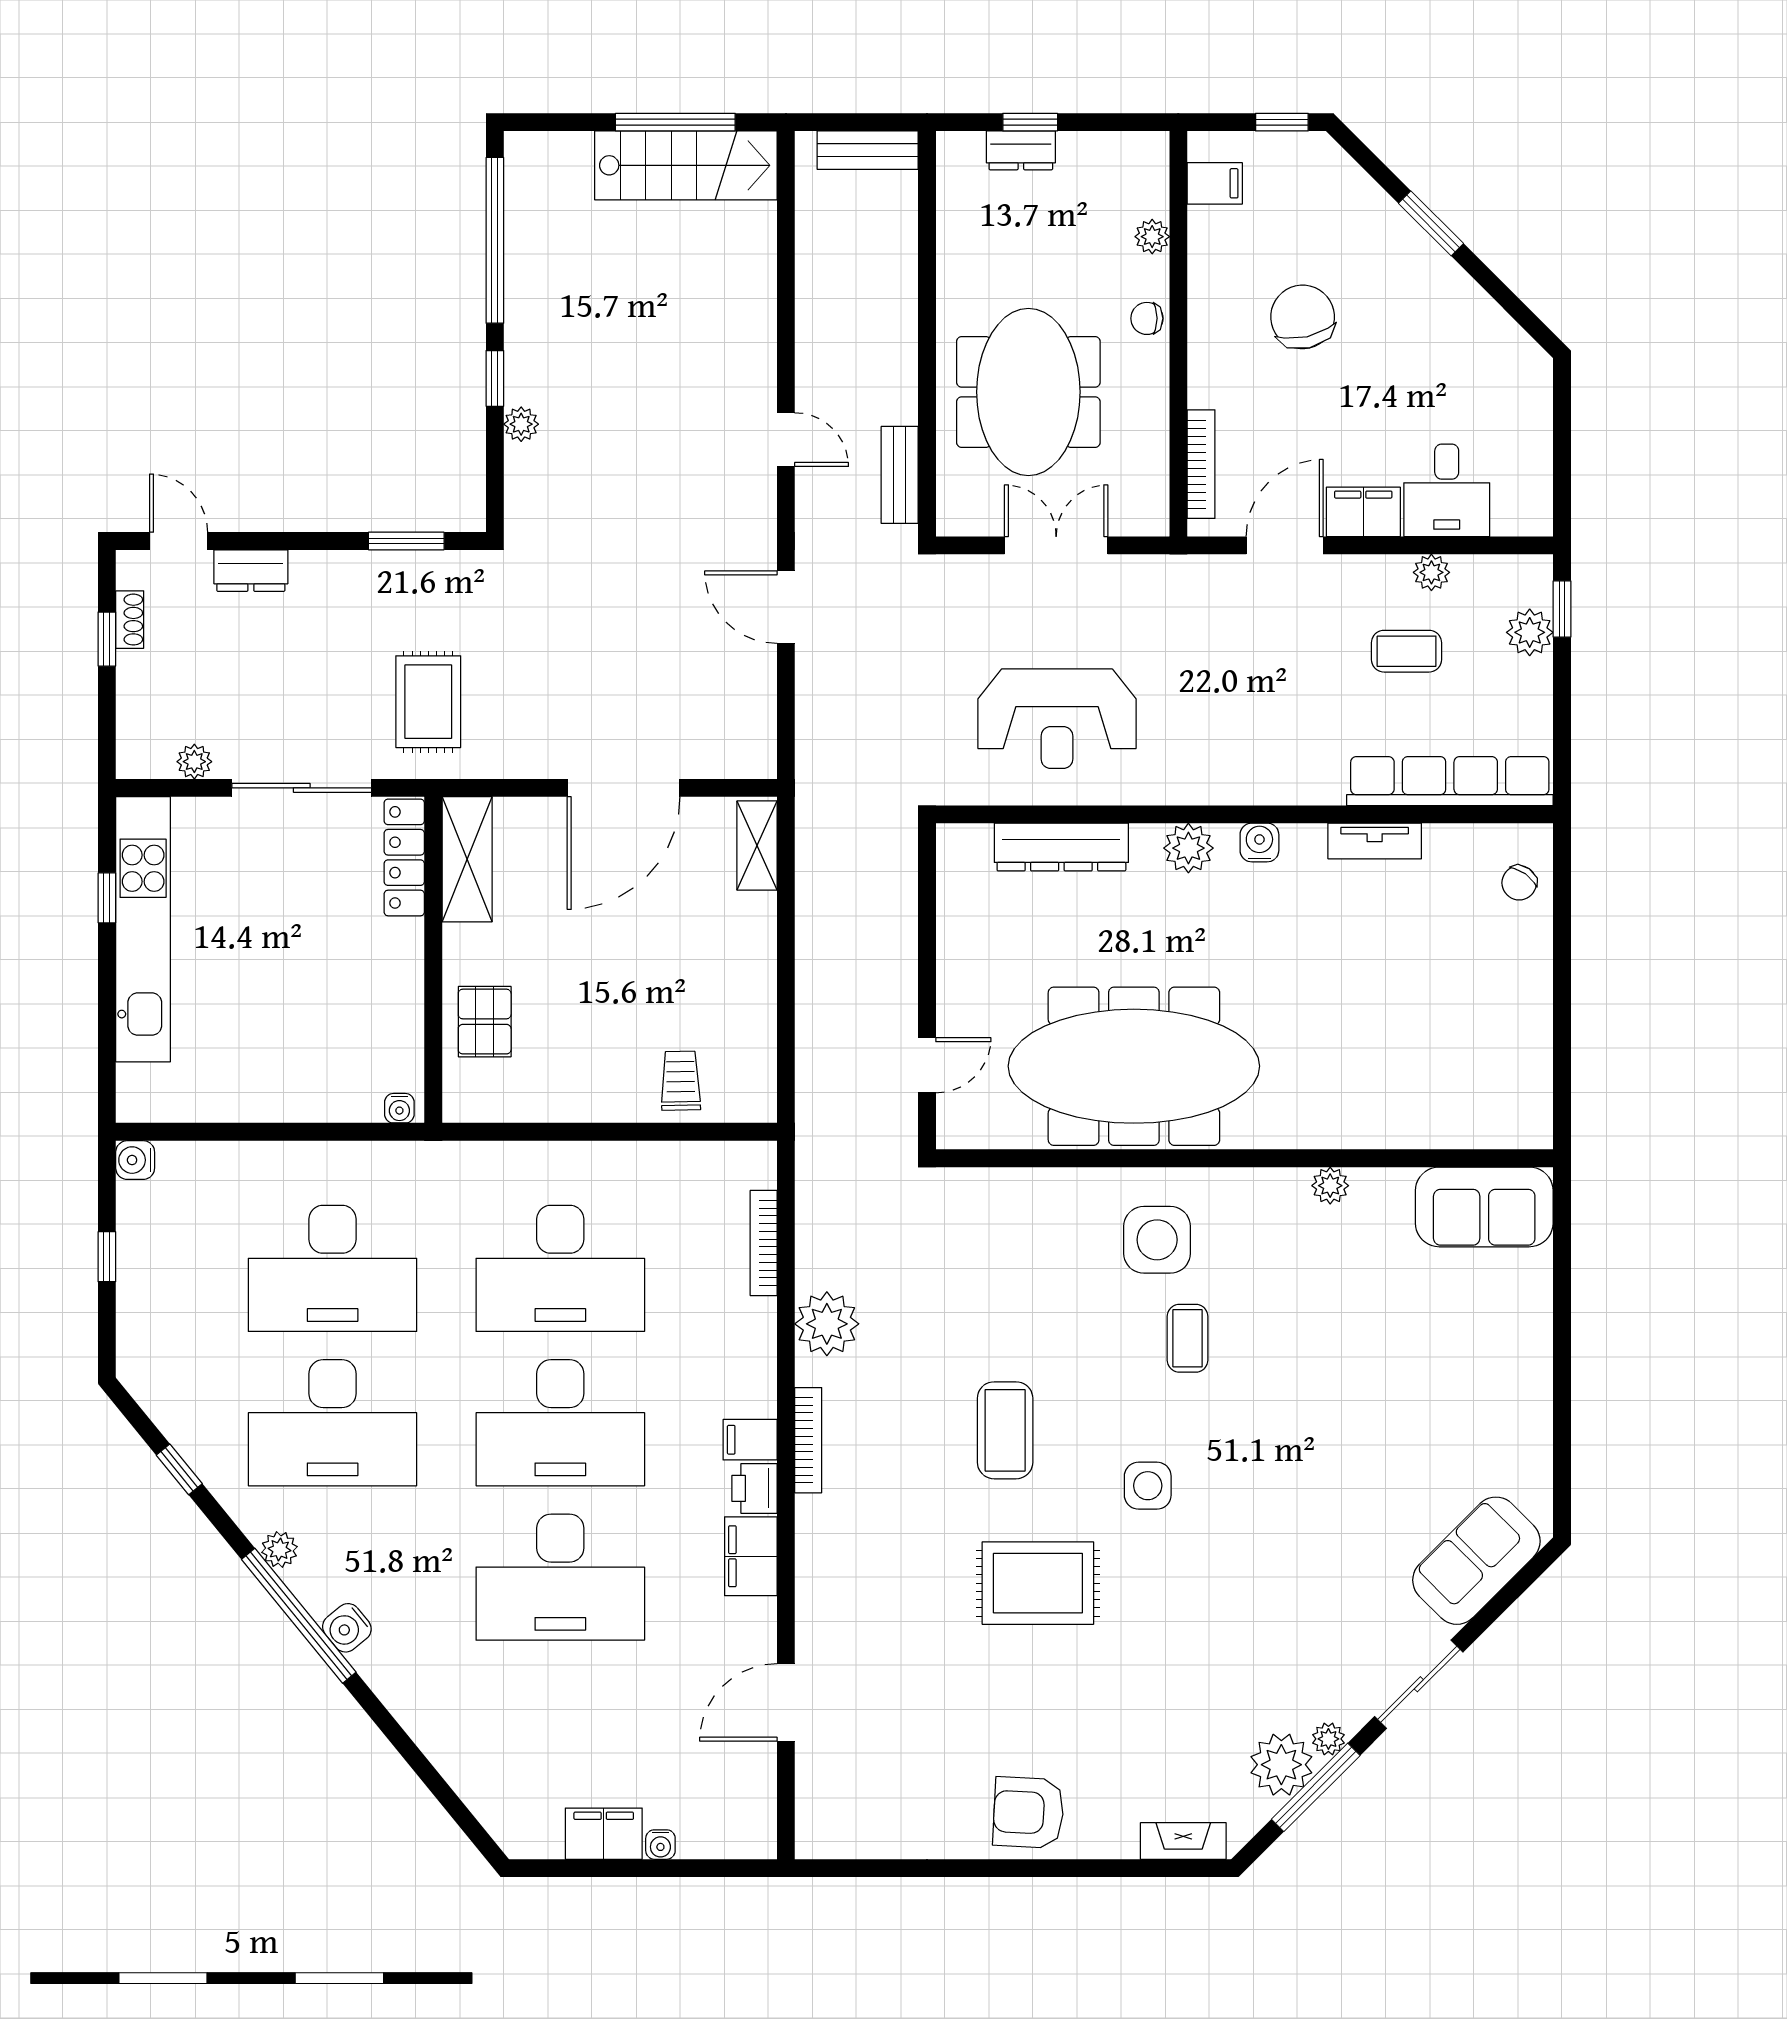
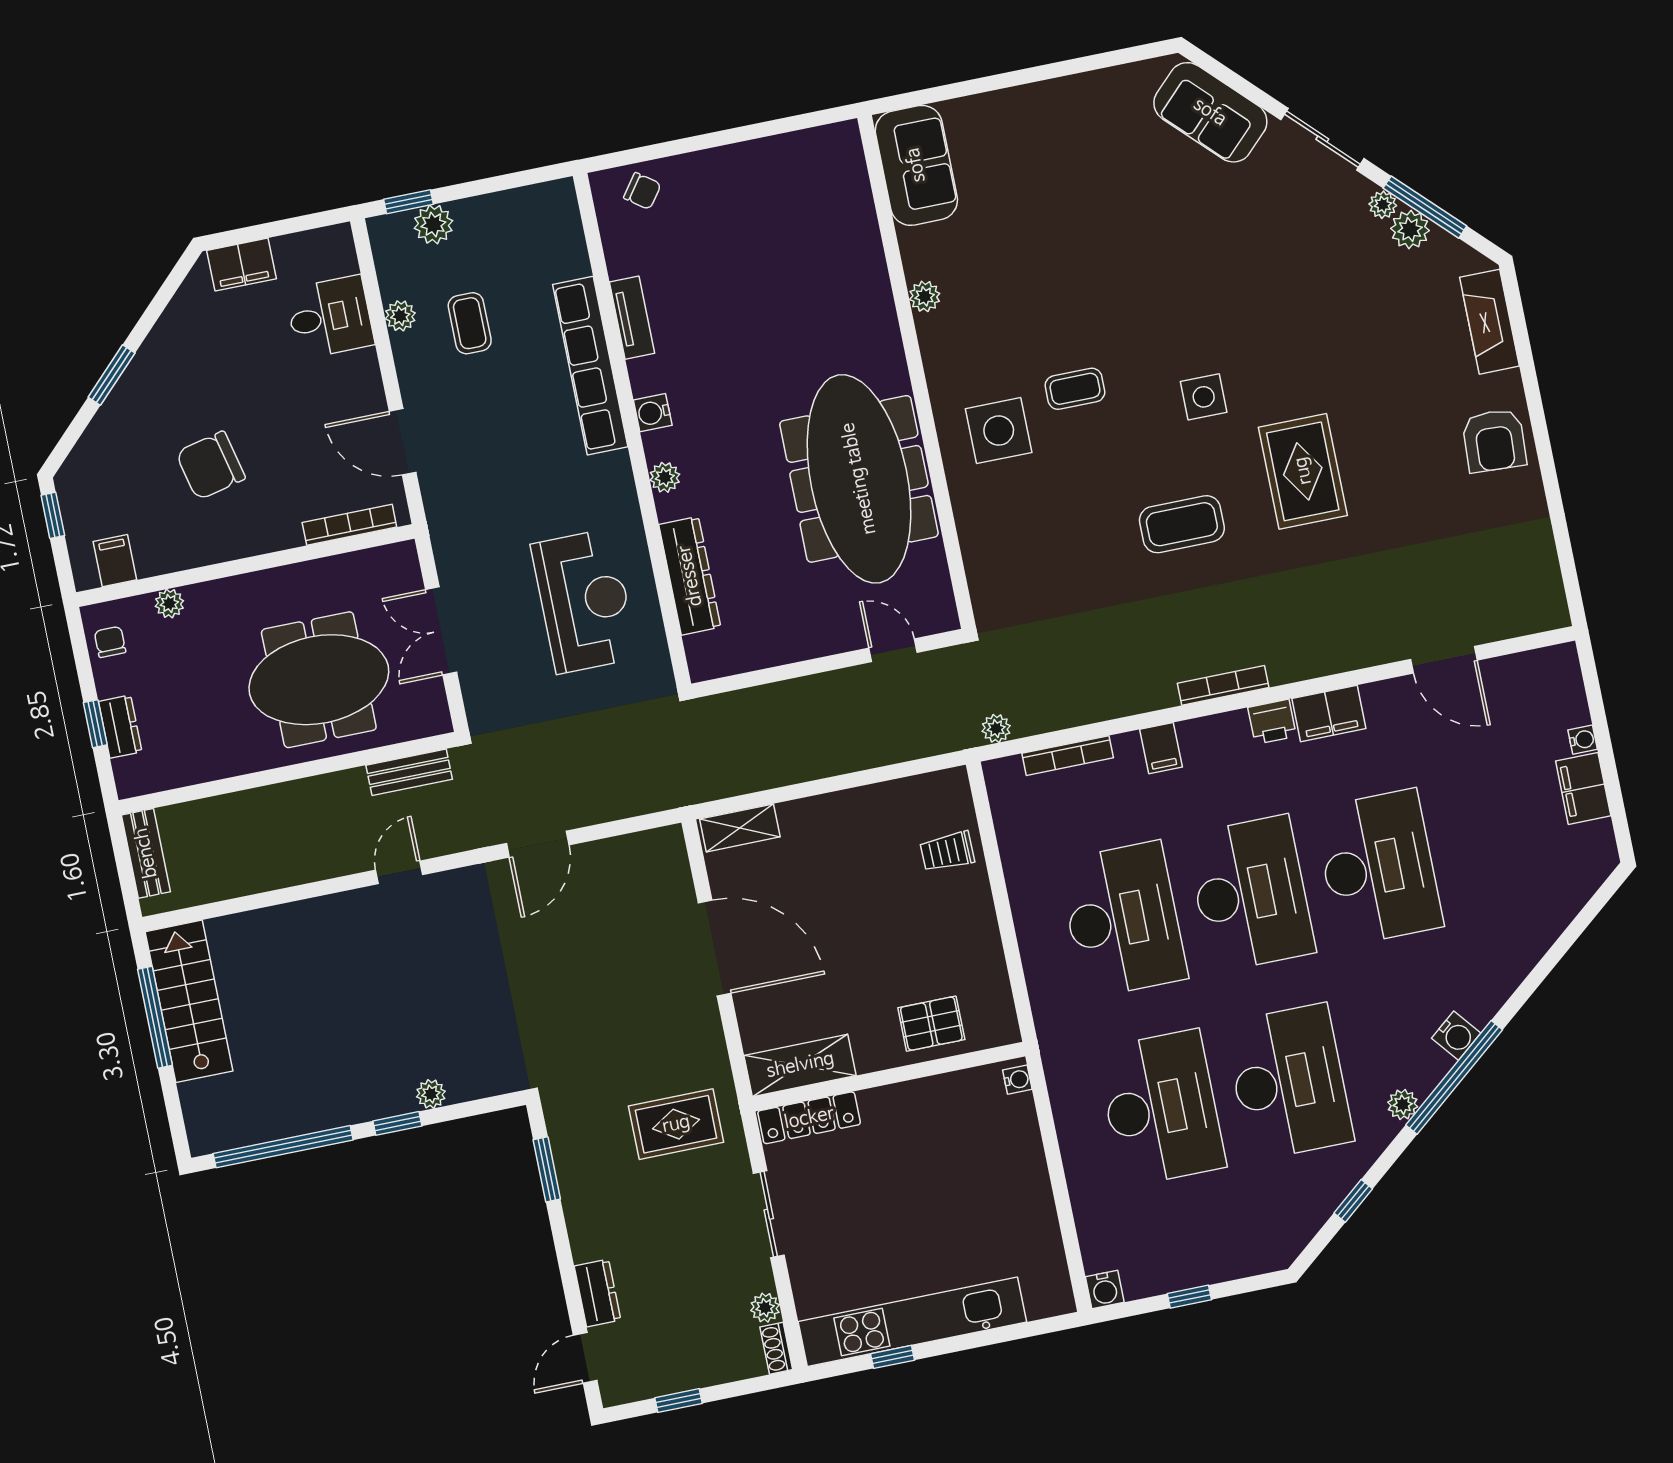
chair: (1147, 318) -> (110, 642), moved, turned 180
filing cabinet: (1363, 512) -> (241, 265), moved, turned -90
shoe rack: (130, 620) -> (776, 1348), moved, turned -90
row of seats: (1450, 781) -> (590, 366), moved
sliding door: (302, 788) -> (769, 1214), width x0.73
plant: (1188, 848) -> (665, 477), width x0.73, depth x0.73
plant: (827, 1324) -> (996, 729), moved, width x0.53, depth x0.53
filing cabinet: (750, 1440) -> (1161, 748), moved
plant: (1281, 1765) -> (1410, 230), width x0.73, depth x0.73
fireplace: (1183, 1841) -> (1490, 322), width x1.37, depth x1.32

